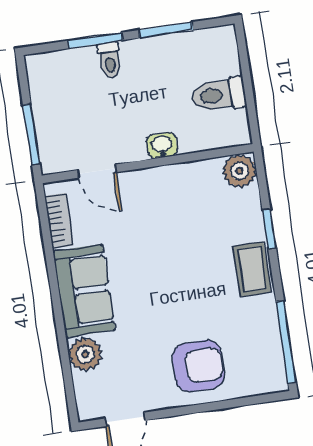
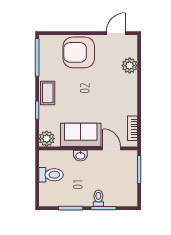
sofa: (84, 291) -> (81, 135), moved, turned 90
armchair: (198, 366) -> (79, 52), width x1.36, depth x1.36

